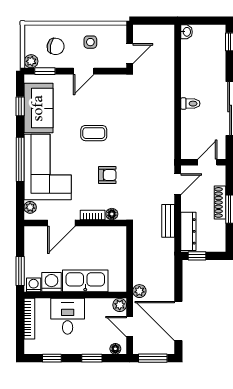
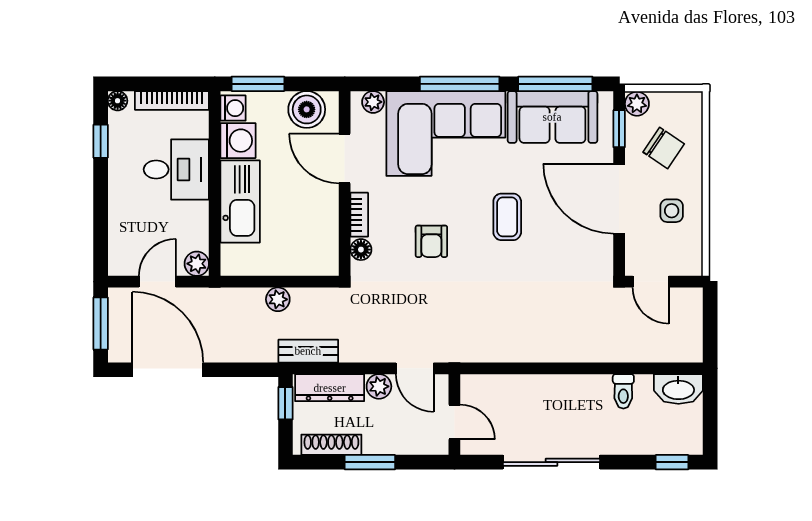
washbasin: (187, 32) -> (678, 389), width x1.91, depth x1.45
chair: (56, 46) -> (664, 148), turned -67
door: (84, 71) -> (619, 199), width x1.88
toilet: (190, 104) -> (623, 391), moved
window: (20, 106) -> (555, 84), width x2.17
shoe rack: (220, 202) -> (331, 445), moved
plant: (188, 204) -> (379, 386), added
bench: (168, 221) -> (308, 351), moved
boiler: (34, 244) -> (307, 109), added
plant: (139, 291) -> (278, 299), moved
door: (178, 321) -> (168, 370), hinge flipped
floor lamp: (115, 349) -> (118, 101), moved
window: (92, 358) -> (101, 214), removed

